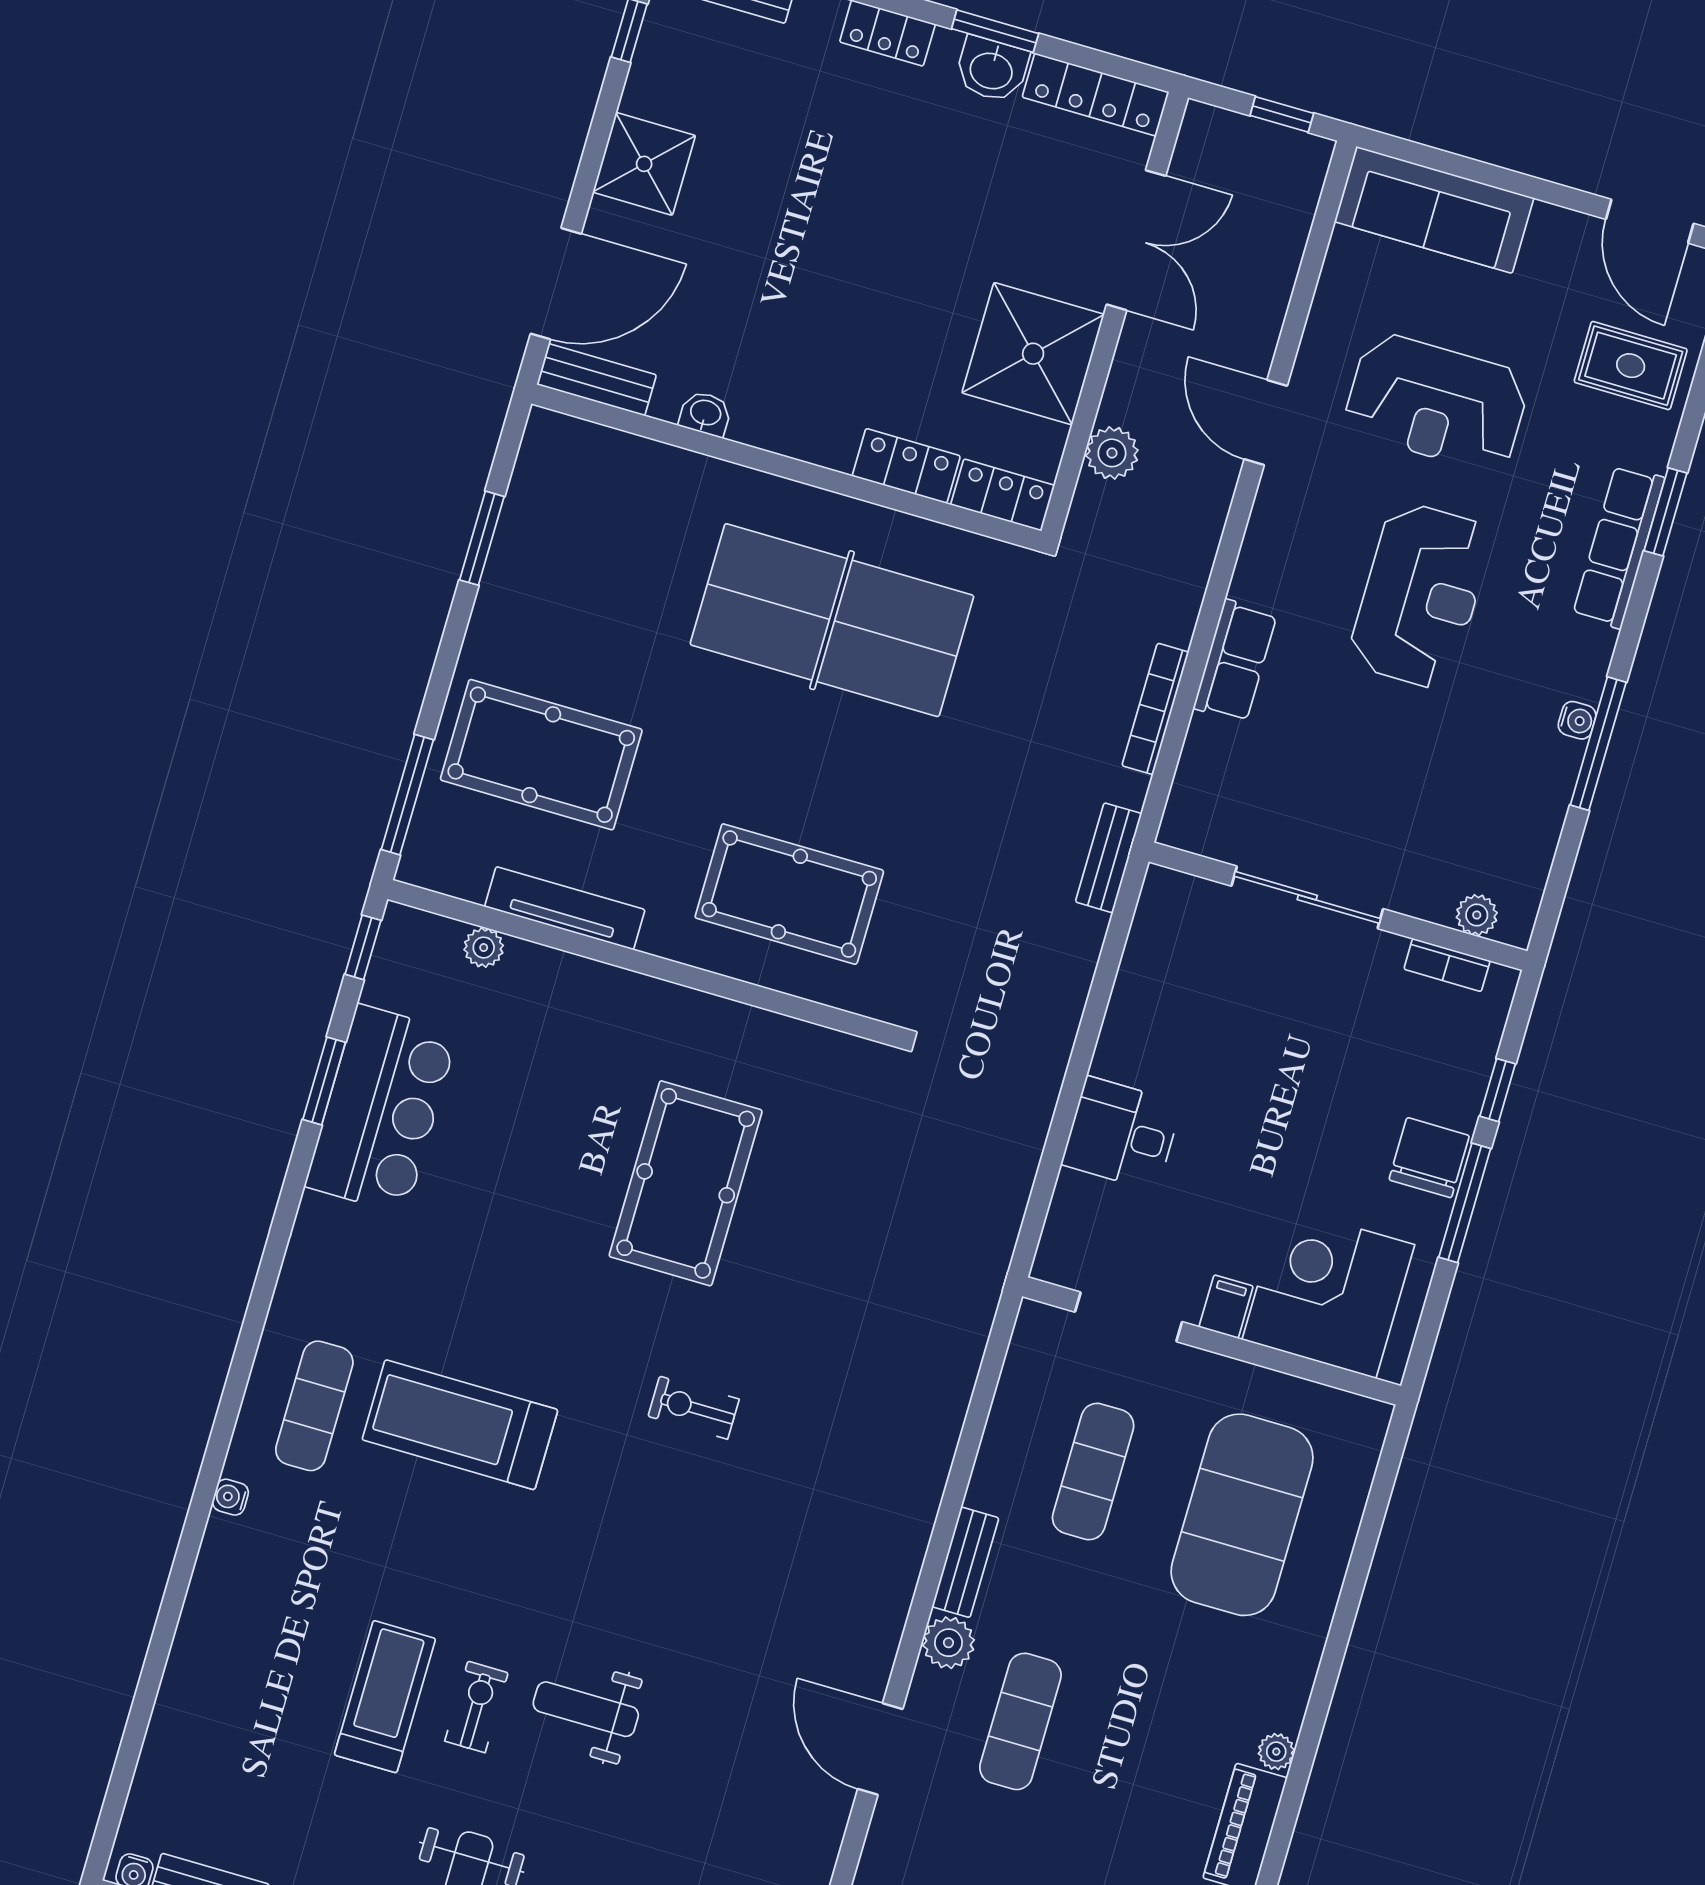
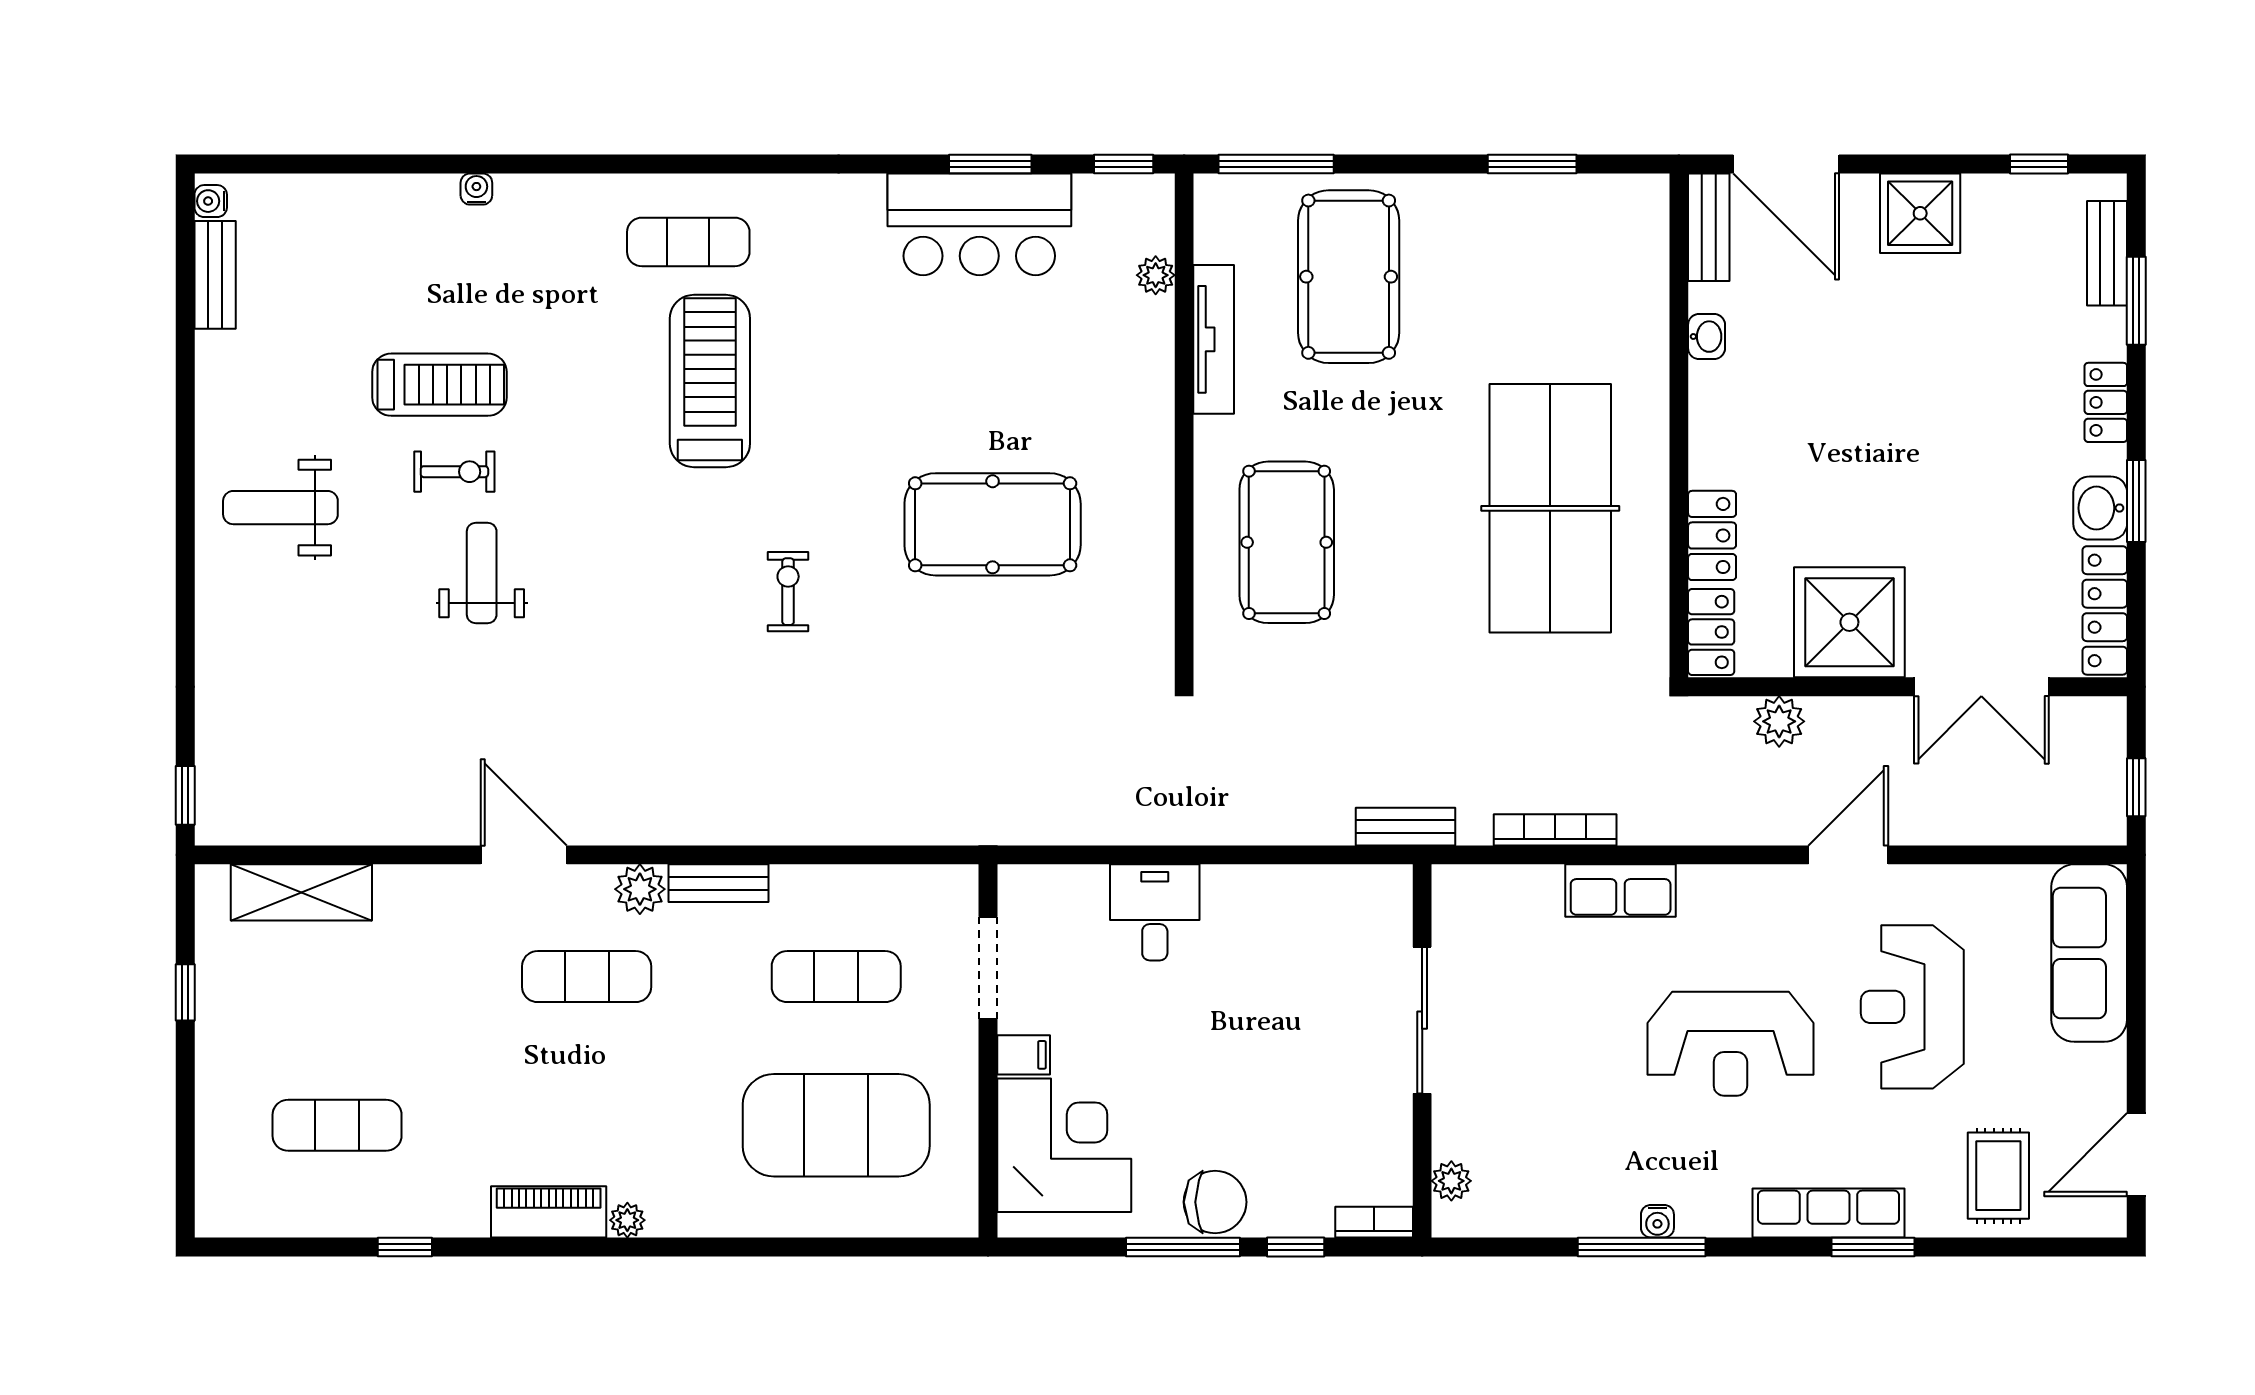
bookcase: (1447, 965) -> (1374, 1222), moved, turned 90
water cooler: (230, 1497) -> (476, 189), moved
door: (880, 1749) -> (524, 855), hinge flipped

